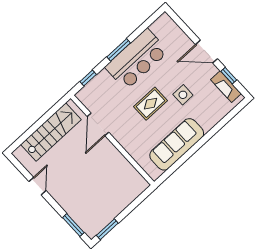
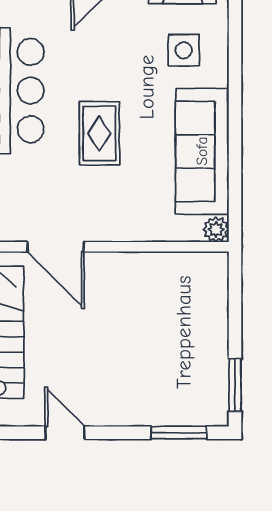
side table: (183, 95) -> (184, 50), moved
plant: (154, 174) -> (216, 229), added

